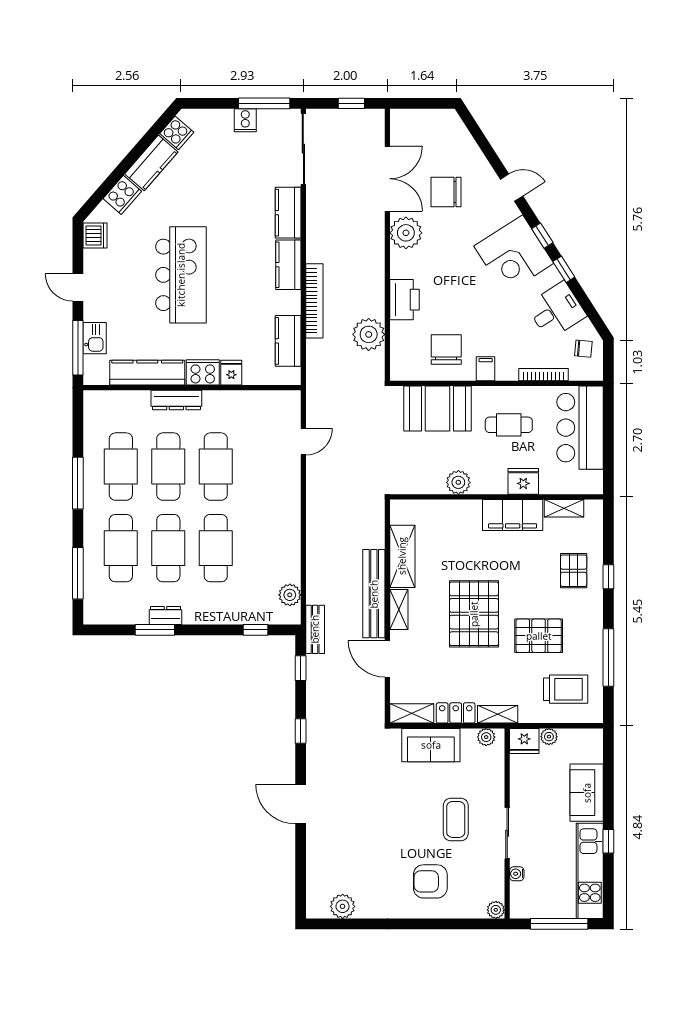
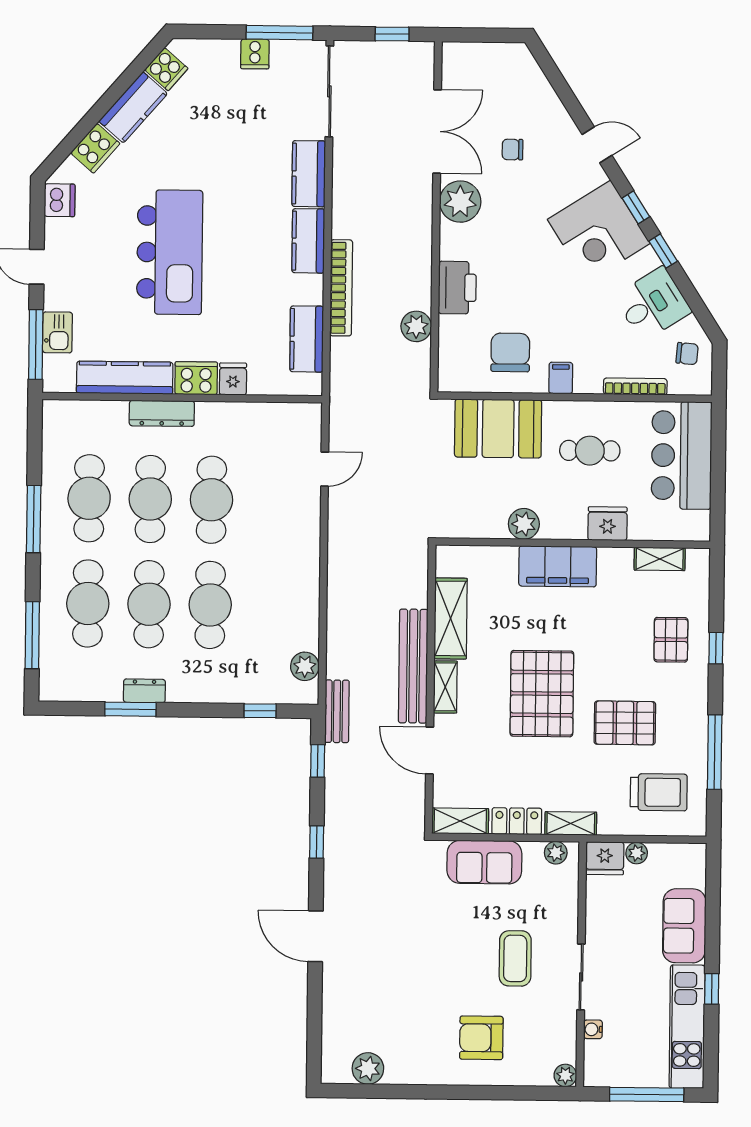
chair: (446, 192) -> (513, 150), width x0.54, depth x0.54
plant: (369, 334) -> (416, 326), width x0.73, depth x0.73
filing cabinet: (513, 515) -> (558, 566), moved

